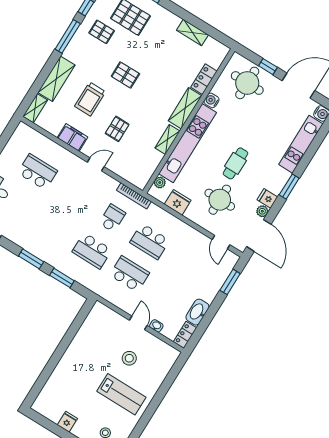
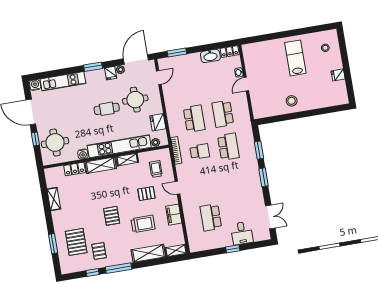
trolley: (133, 160) -> (156, 169), added
school desk: (112, 218) -> (200, 152), turned 180
stool: (129, 358) -> (292, 101), moved

